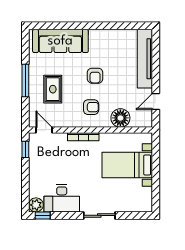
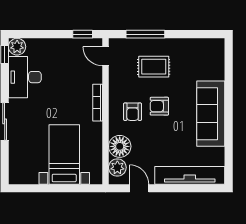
sofa: (60, 41) -> (211, 114), moved
armchair: (95, 76) -> (159, 106), moved
window: (25, 81) -> (145, 34), moved
plant: (138, 120) -> (117, 167), added
door: (44, 130) -> (105, 56), swing flipped

